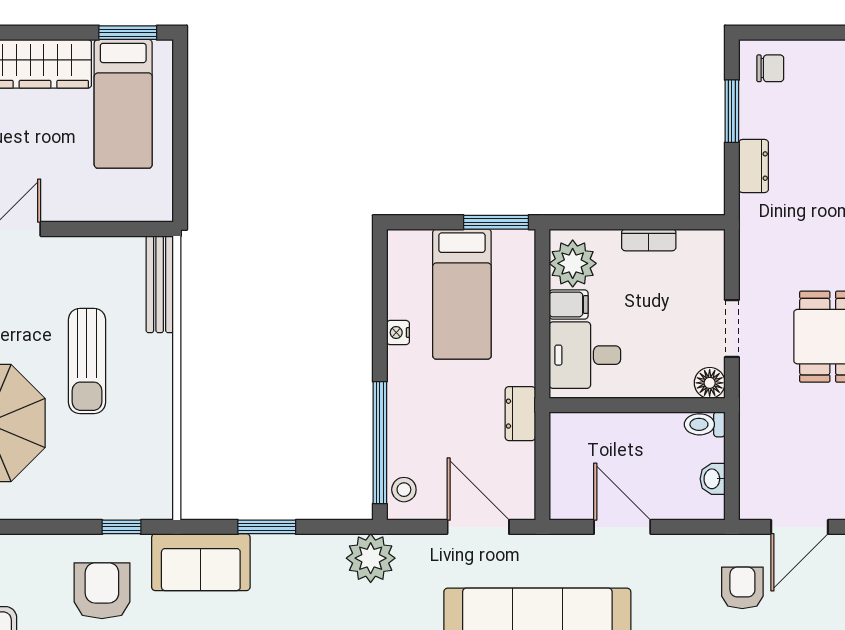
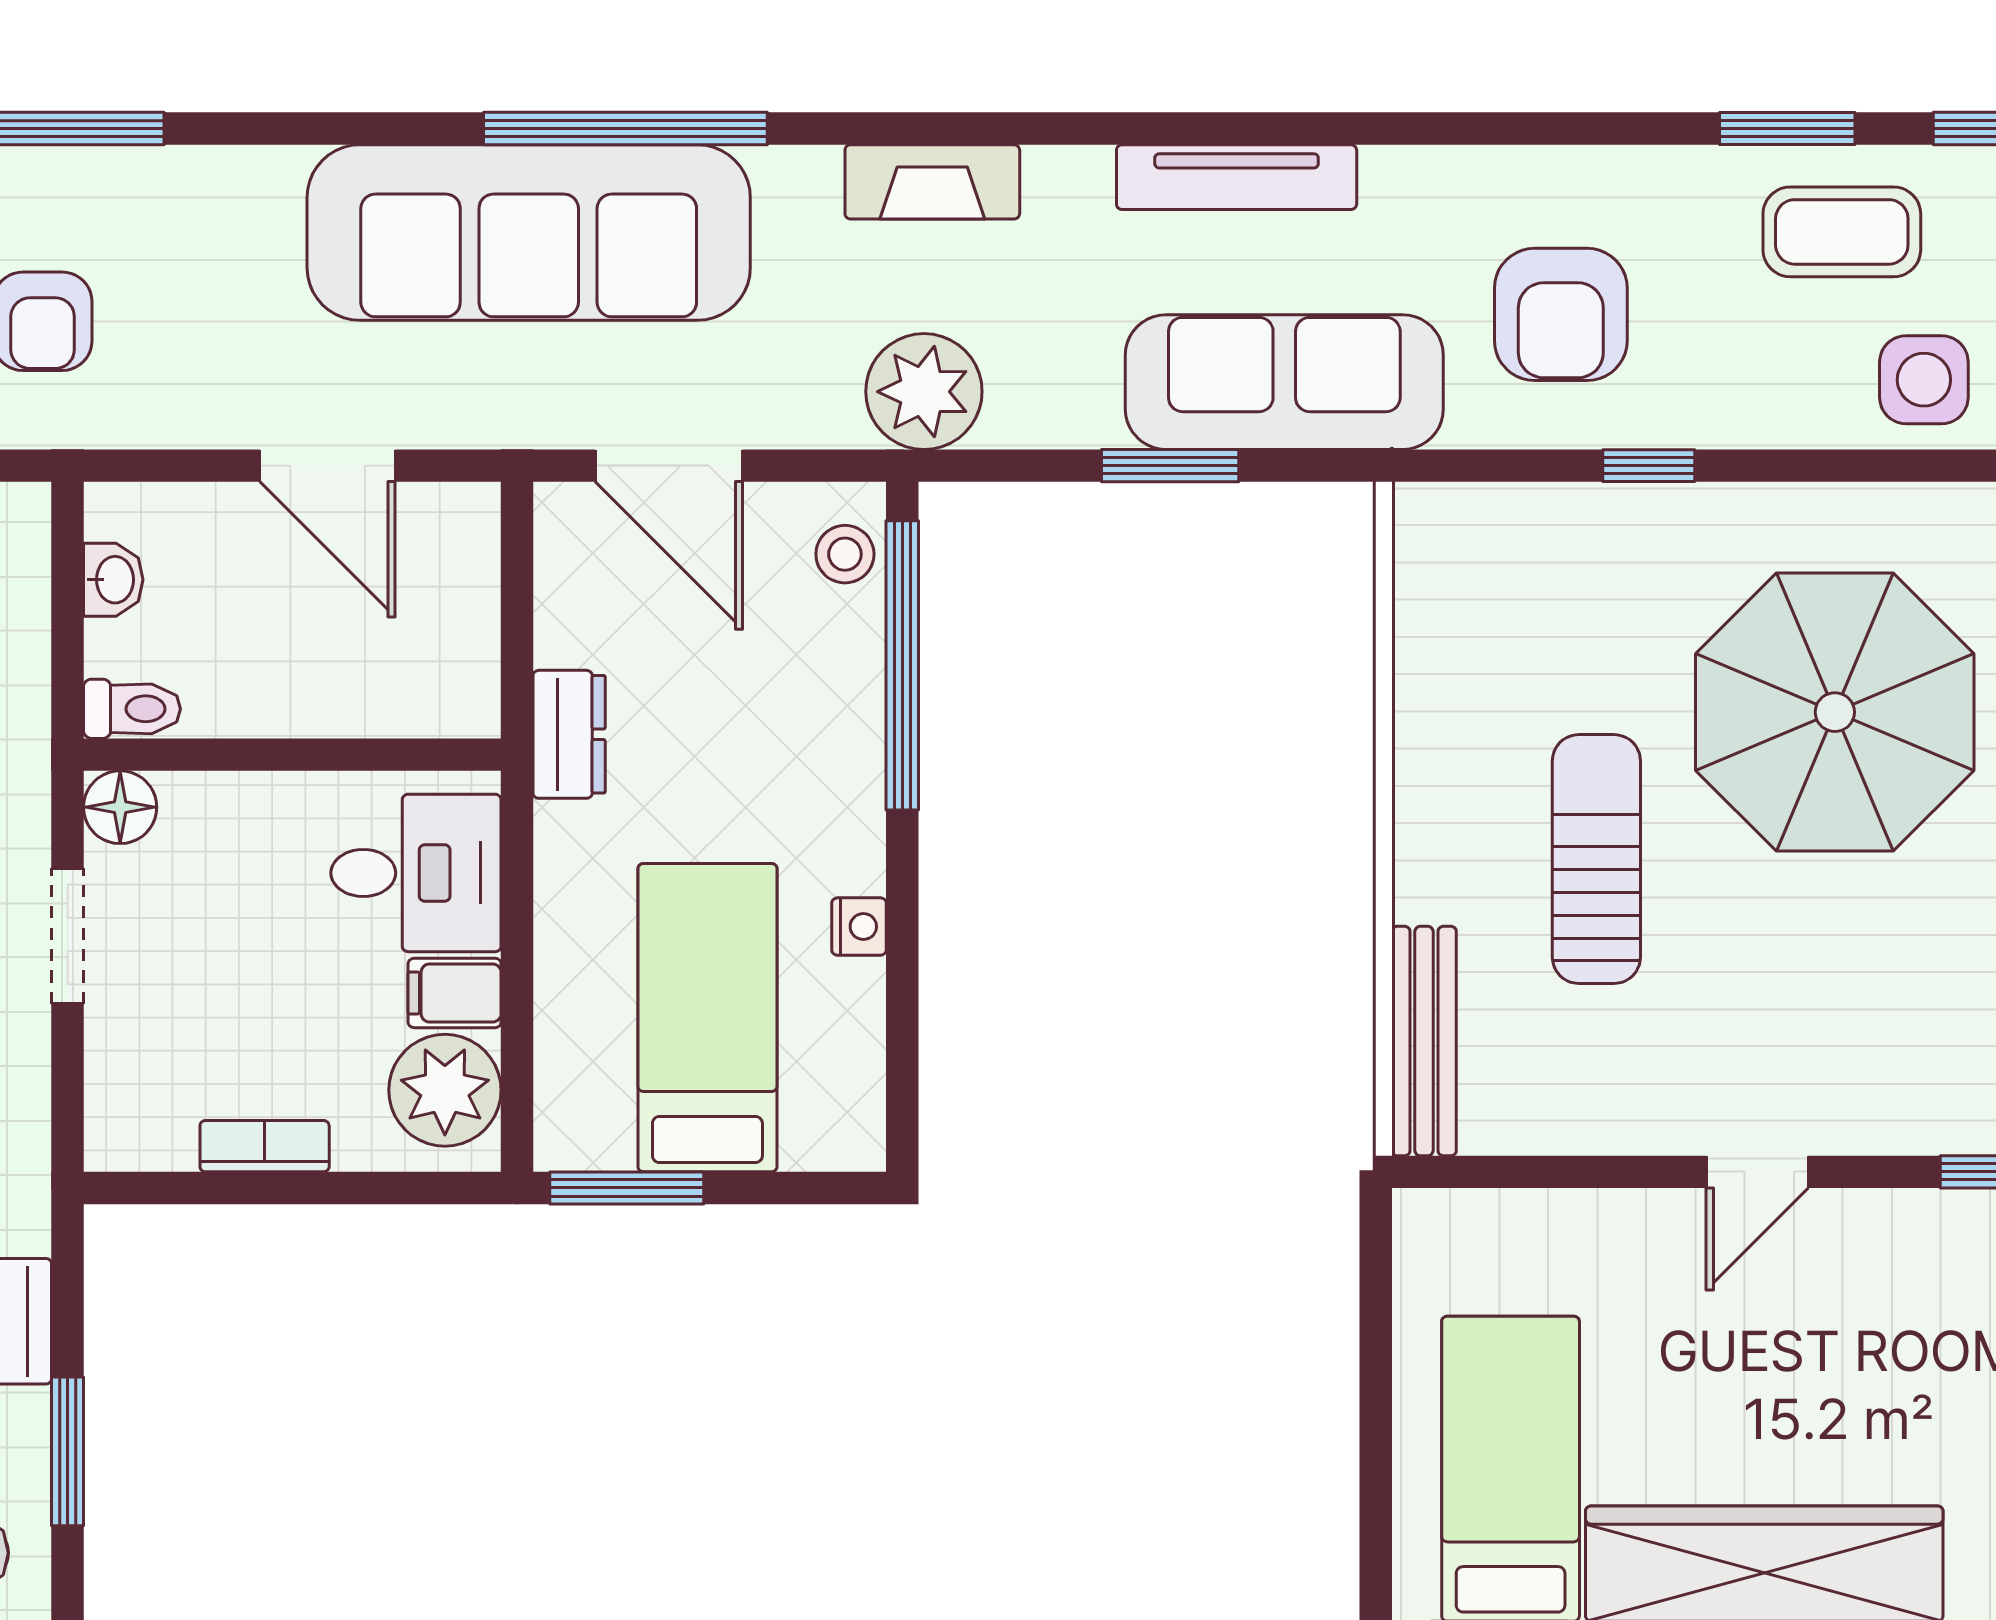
window: (121, 527) -> (1649, 466), moved
sofa: (201, 562) -> (1284, 382), width x1.36

